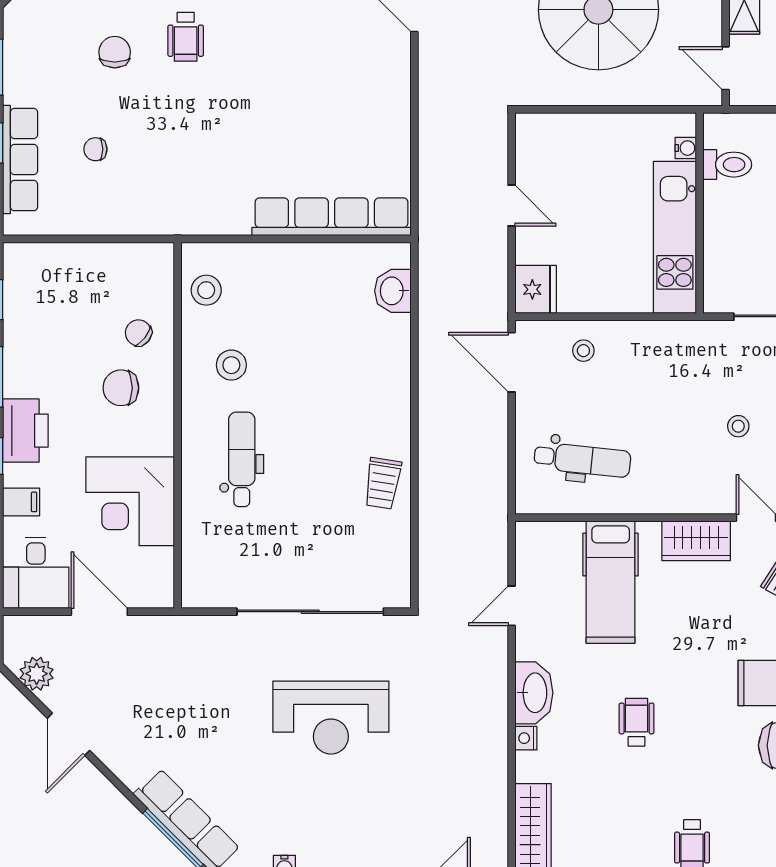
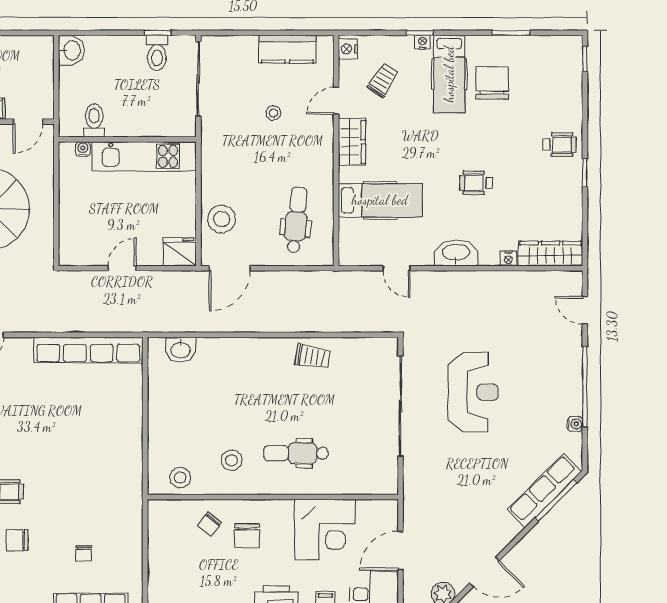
row of seats: (331, 217) -> (88, 350), moved, turned -90
stool: (583, 351) -> (222, 219), width x1.89, depth x1.89
nightstand: (526, 738) -> (508, 258), moved

